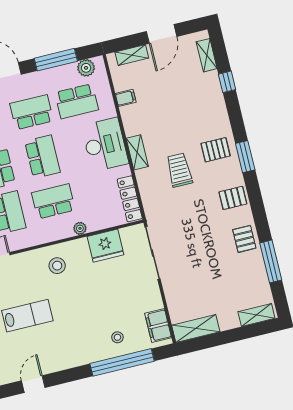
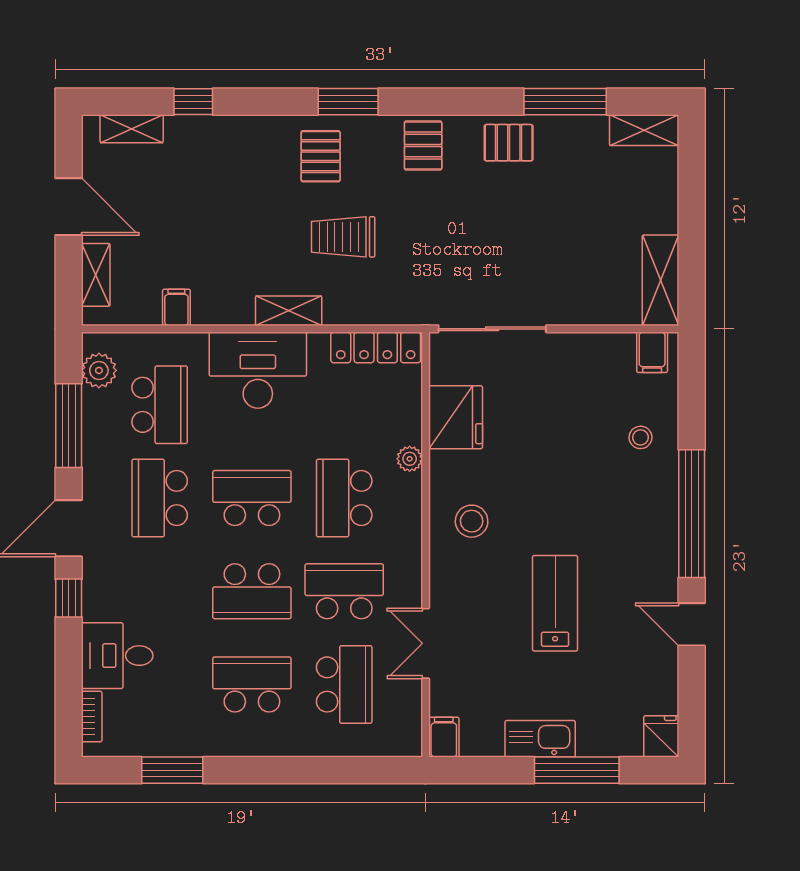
shelving: (256, 315) -> (644, 130), moved, turned 90
filing cabinet: (158, 326) -> (652, 352), width x0.50
window: (122, 362) -> (692, 514), moved

